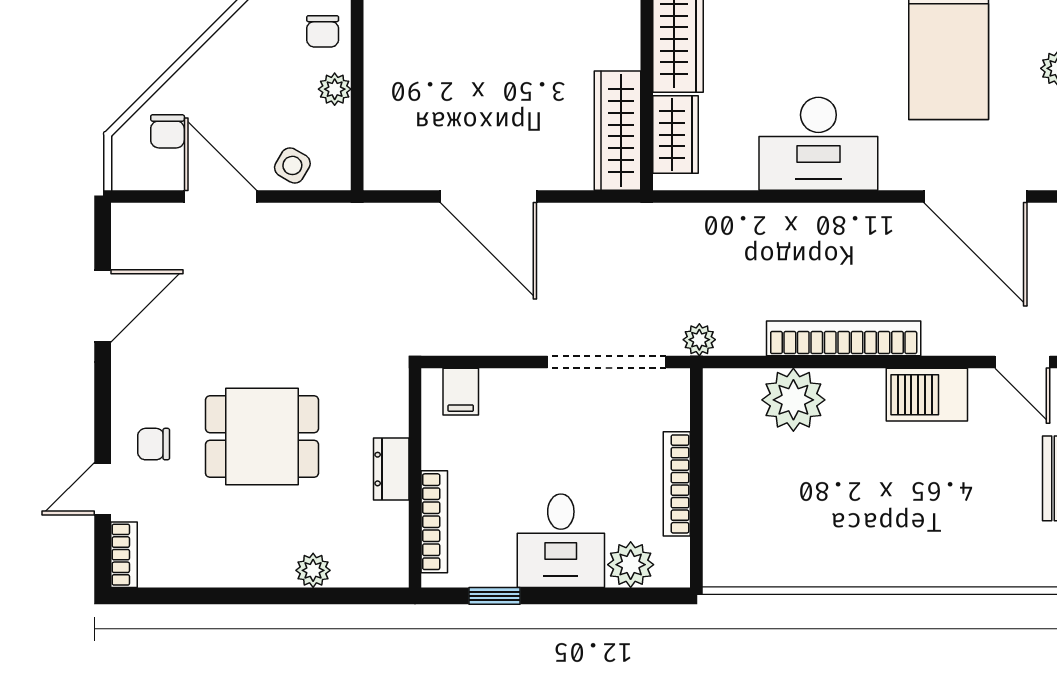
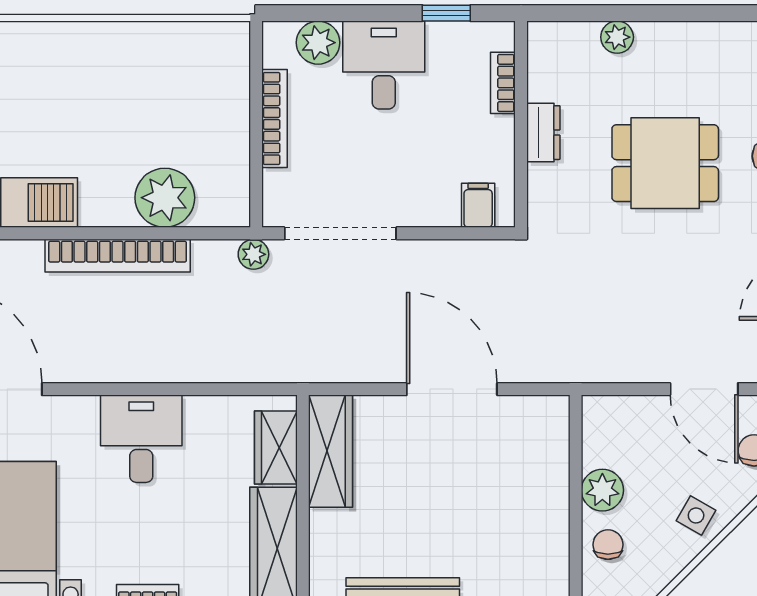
plant: (335, 89) -> (602, 490), width x1.38, depth x1.38
desk: (818, 144) -> (141, 439), width x0.73
side table: (292, 165) -> (696, 515), moved
bookcase: (434, 522) -> (503, 83), width x0.64

